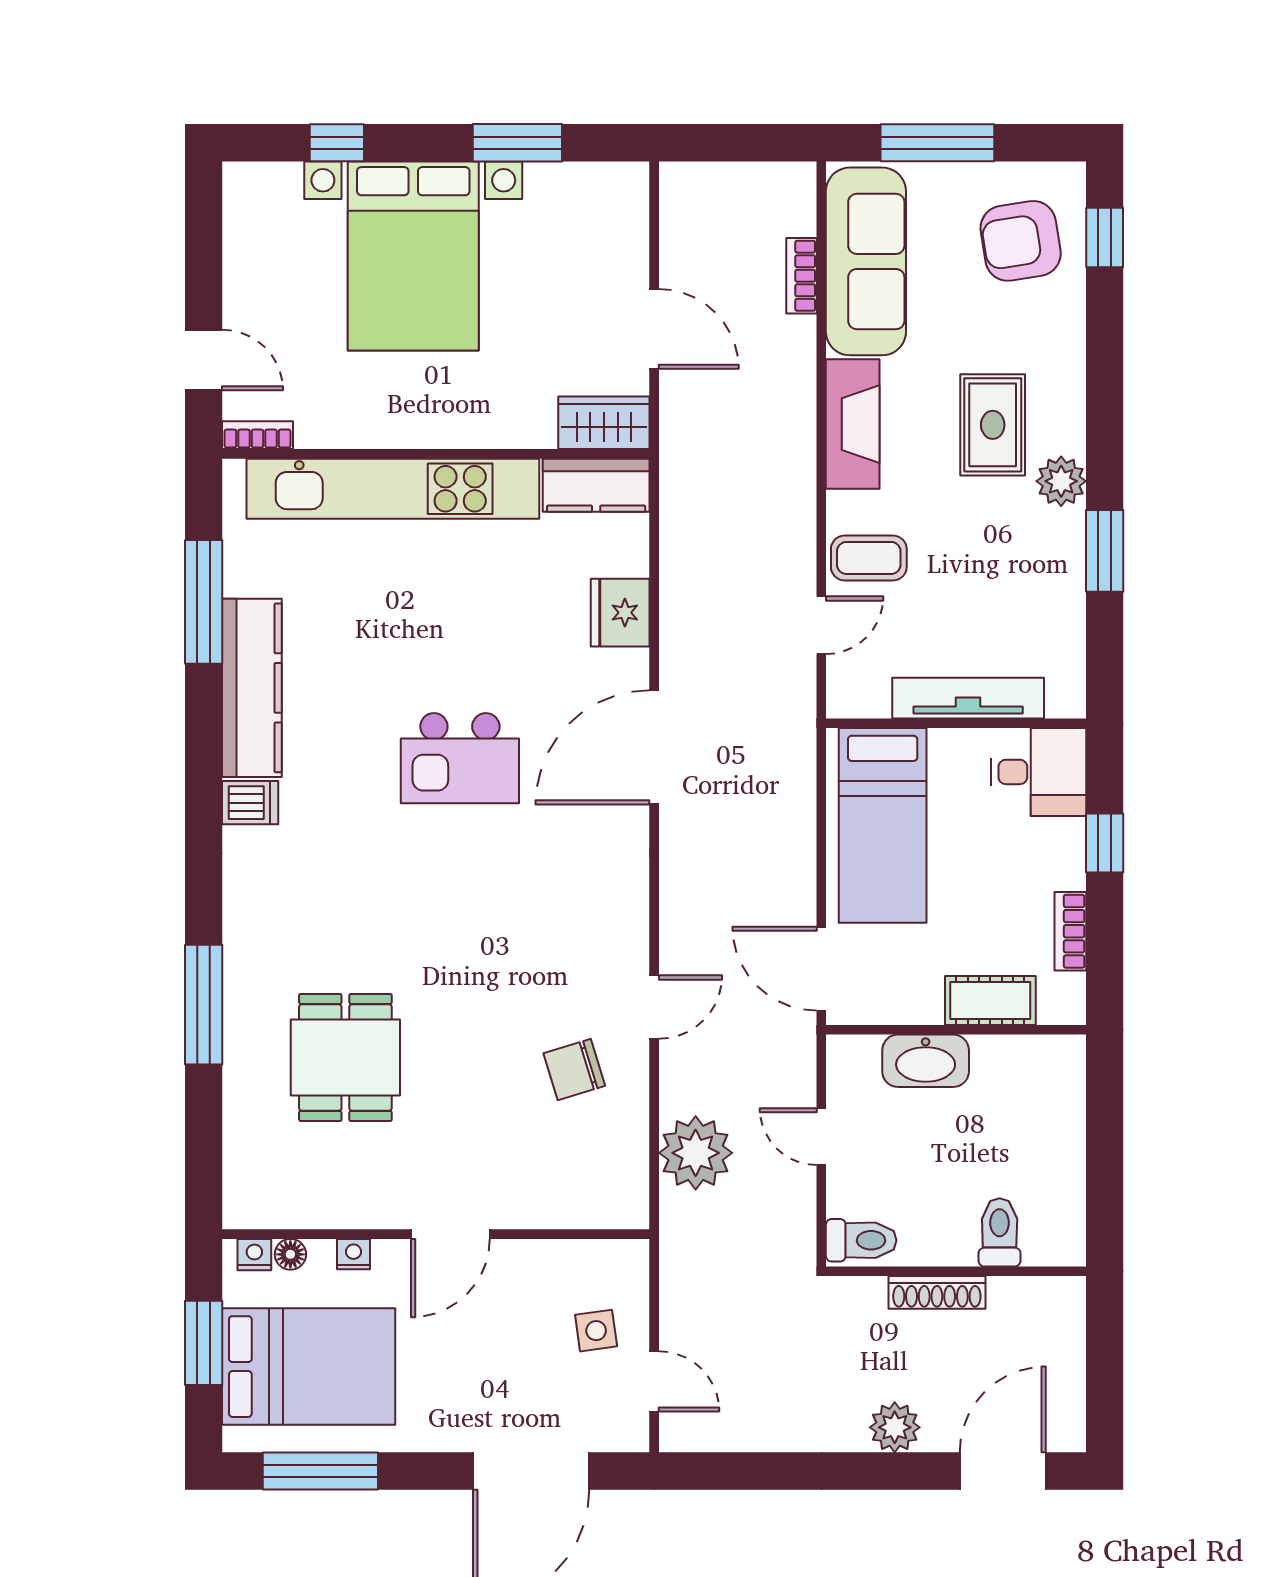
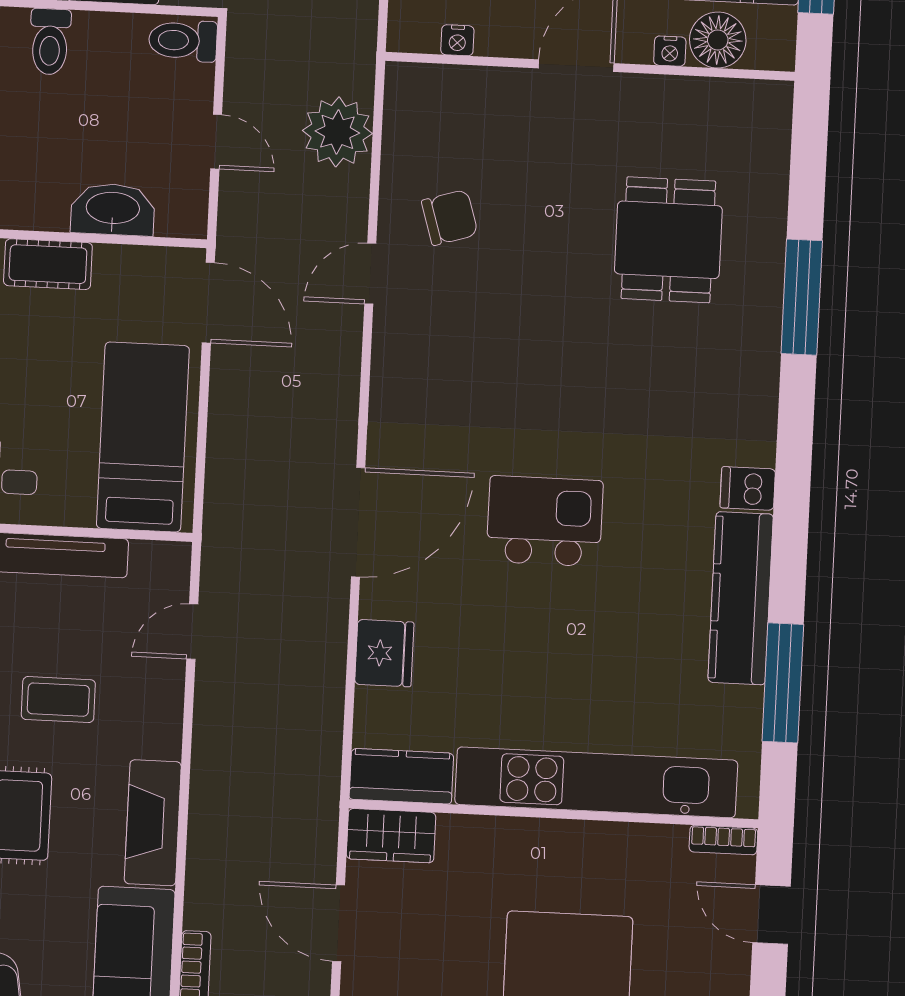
coffee table: (869, 558) -> (58, 700), moved
floor lamp: (290, 1254) -> (718, 40), width x1.89, depth x1.89
nightstand: (254, 1255) -> (457, 40), moved

